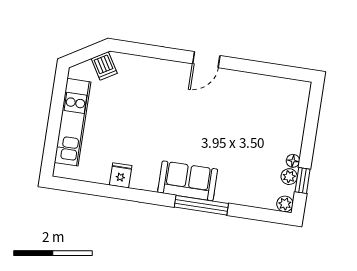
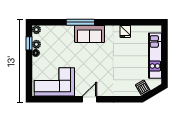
corner sofa: (266, 102) -> (54, 82), added

